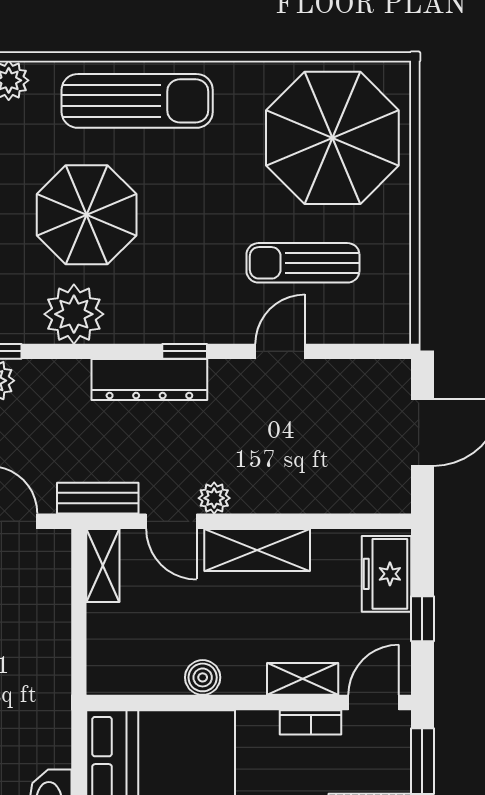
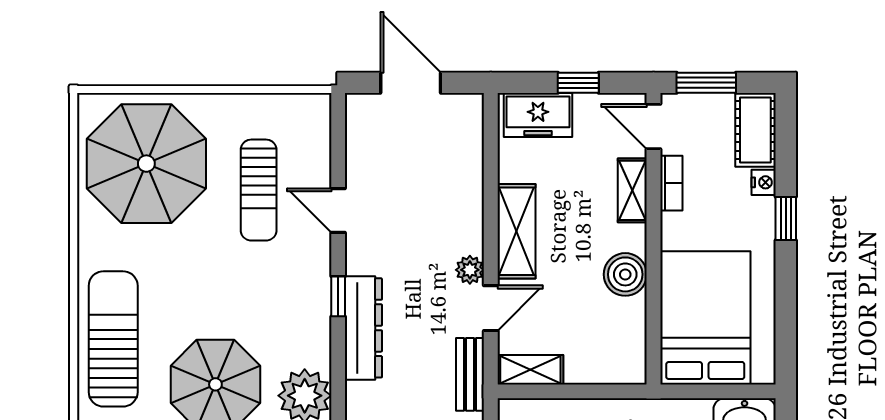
boiler: (203, 677) -> (625, 274), width x1.36, depth x1.36

